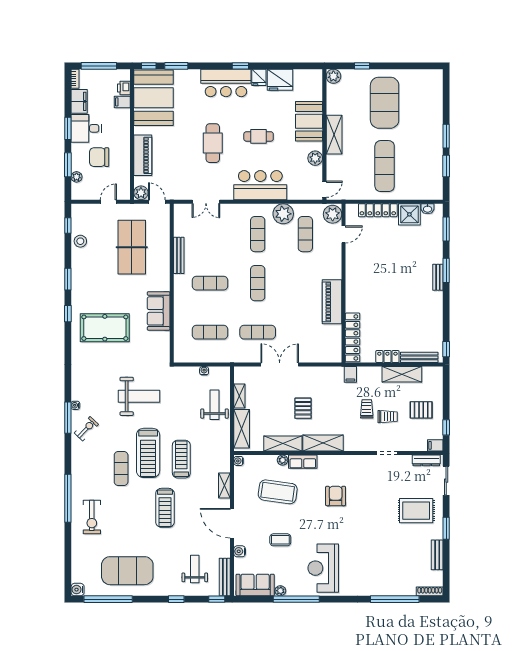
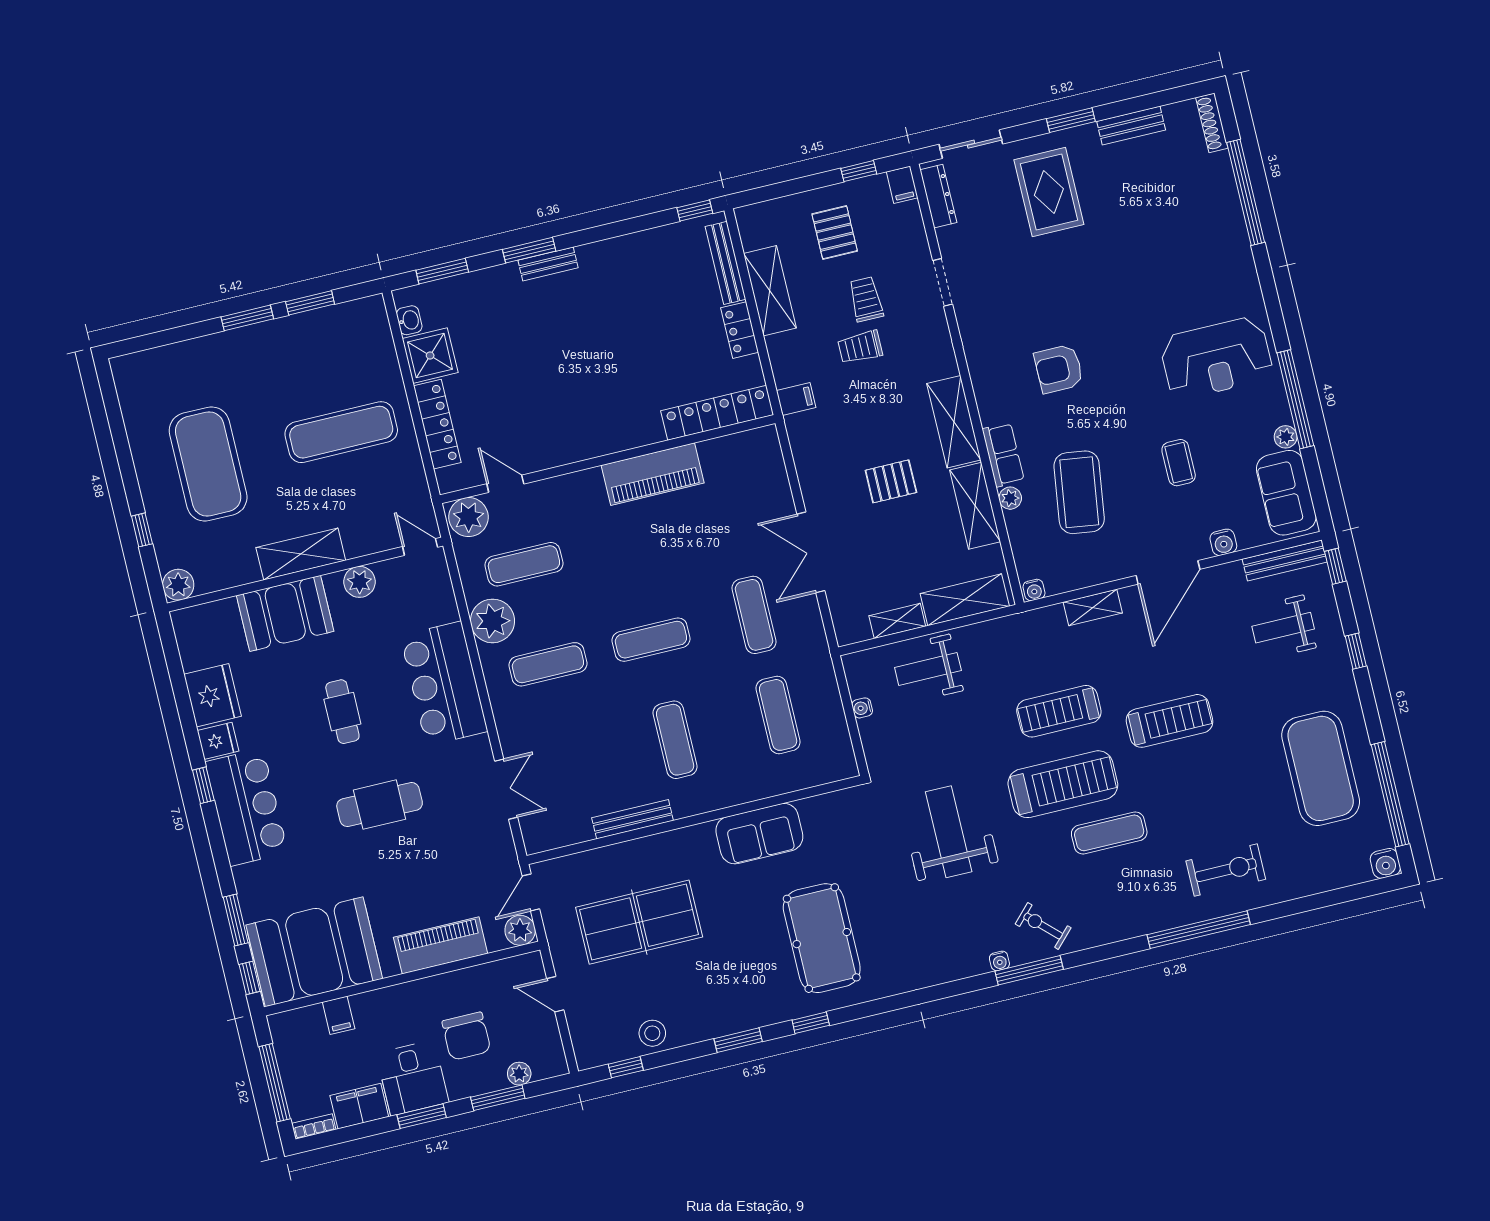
printer: (124, 88) -> (309, 1019), removed
exercise mat: (385, 103) -> (208, 464), turned 90

